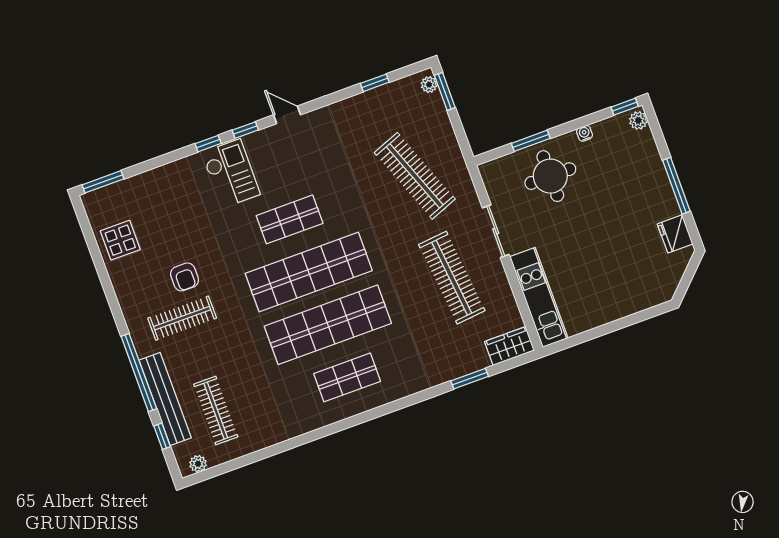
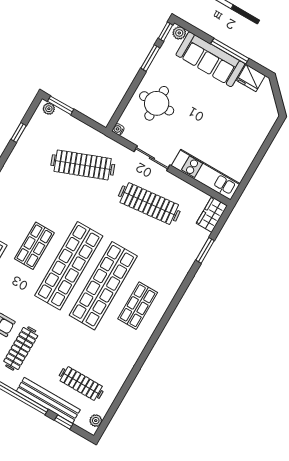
water cooler: (585, 133) -> (118, 129), moved
window: (531, 141) -> (150, 58), moved
sofa: (648, 177) -> (210, 59), added

